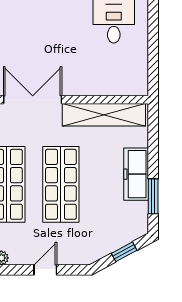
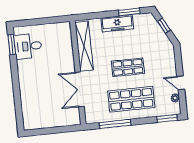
shop shelf: (61, 184) -> (128, 67), width x0.70, depth x0.74
door: (45, 270) -> (181, 83), moved

